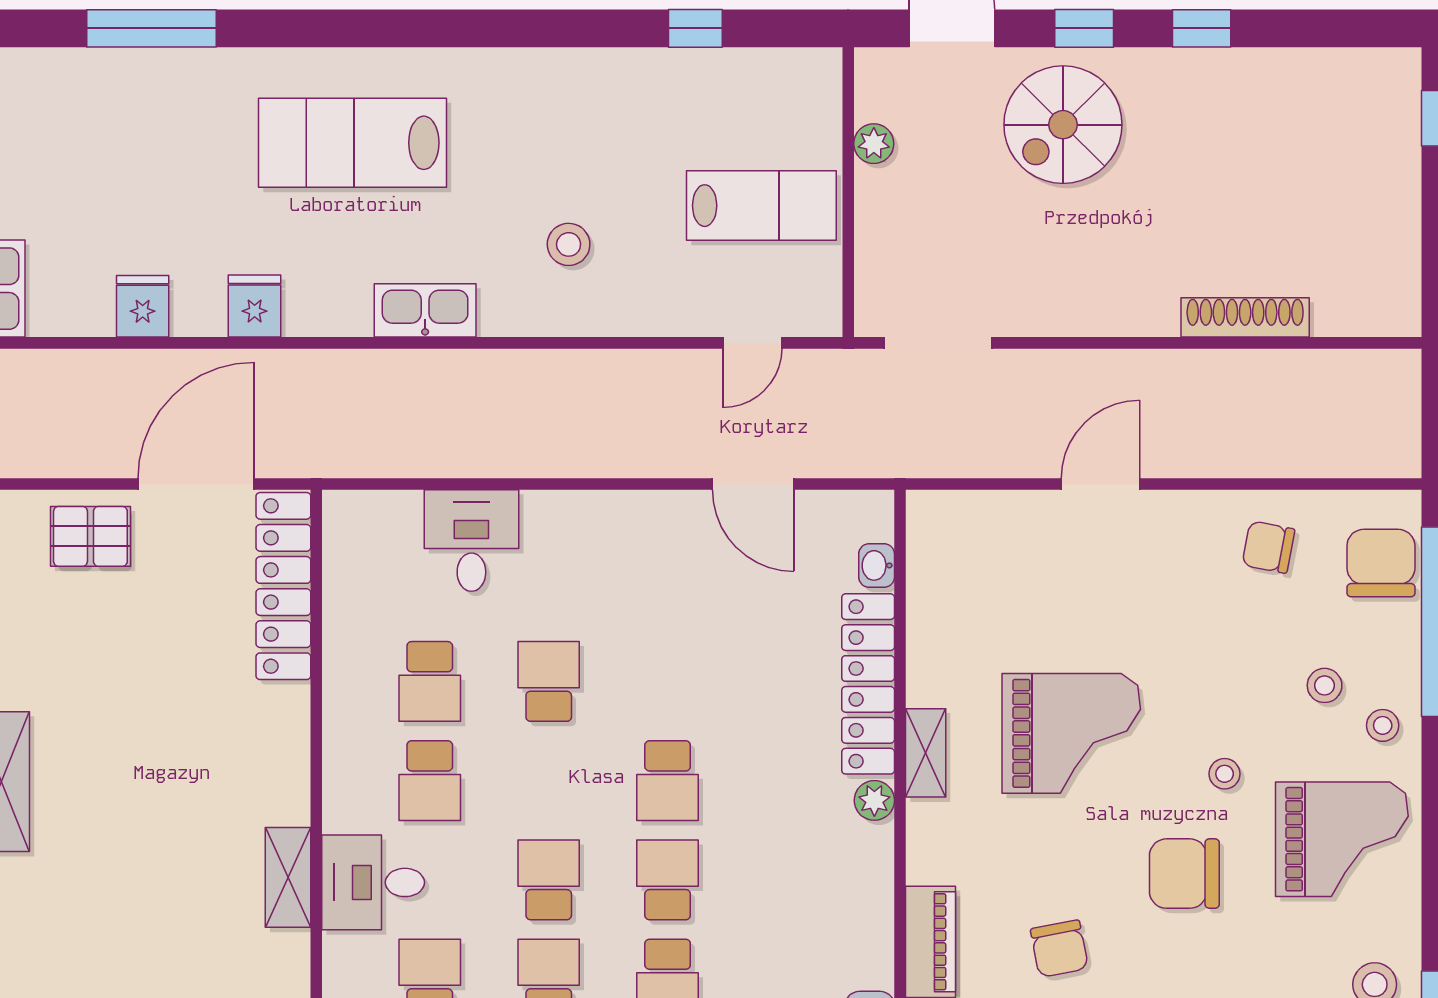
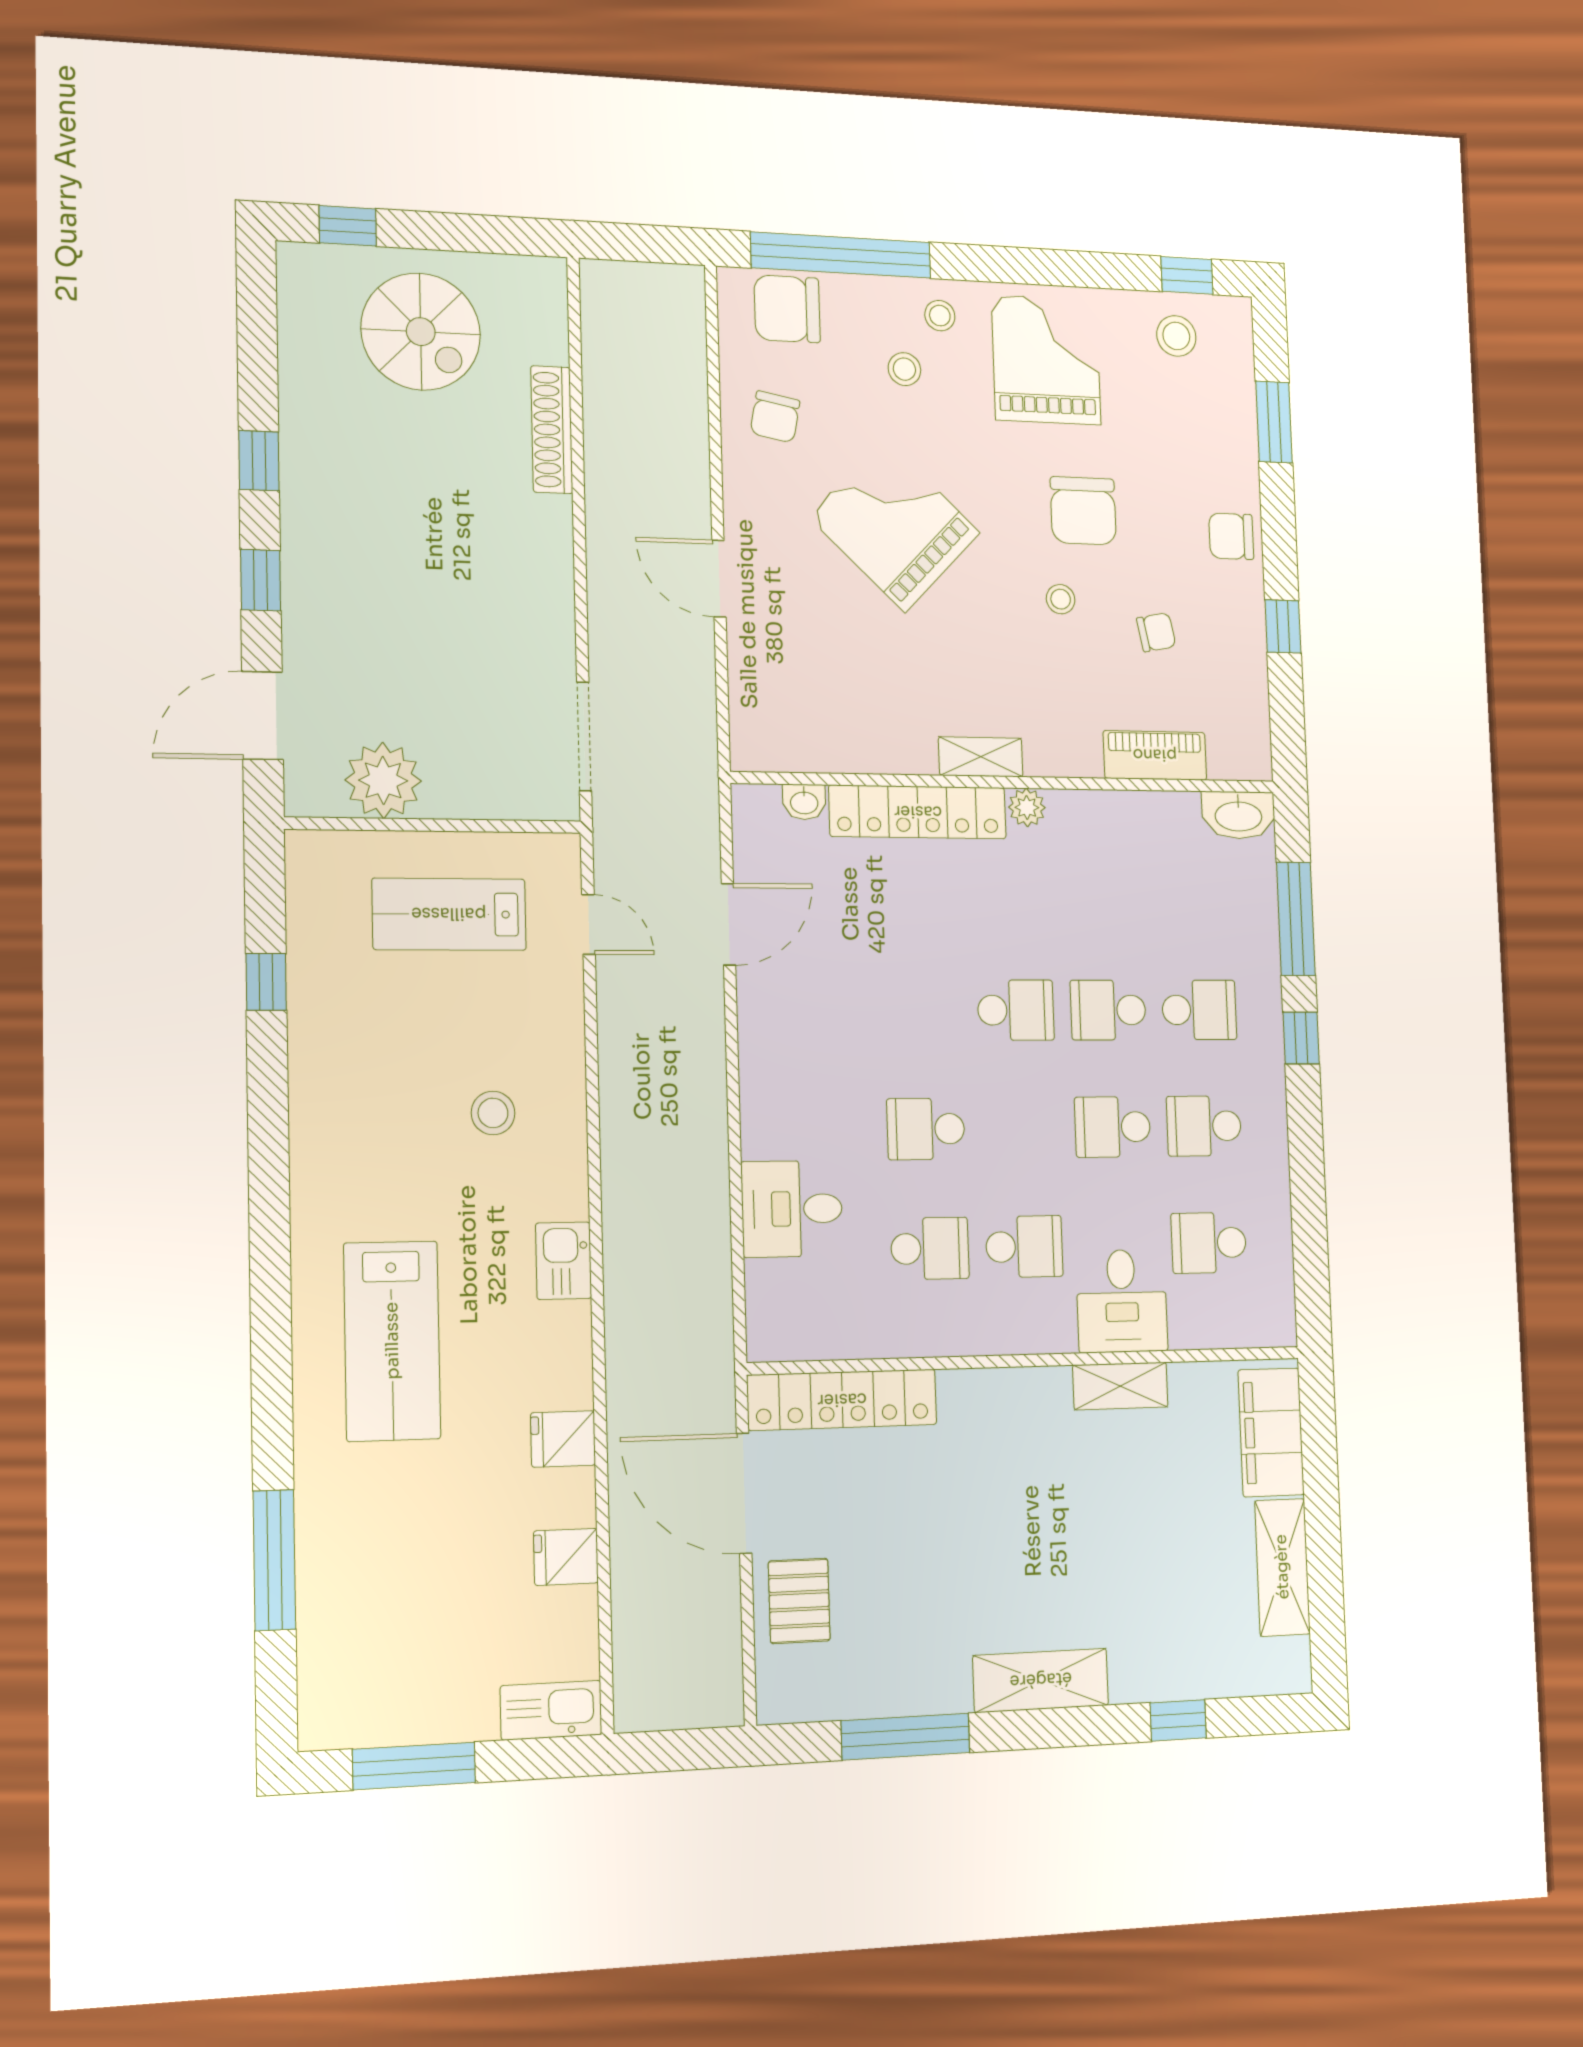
spiral stairs: (1063, 125) -> (421, 332), moved
plant: (874, 144) -> (383, 780), width x1.88, depth x1.88
lab bench: (761, 206) -> (449, 914), turned -90
kitchen sink: (425, 310) -> (564, 1261), width x0.73
grand piano: (1071, 733) -> (894, 525), moved, turned -46
stool: (1225, 774) -> (1061, 599), moved
chair: (1059, 949) -> (1156, 632), width x0.73, depth x0.73

